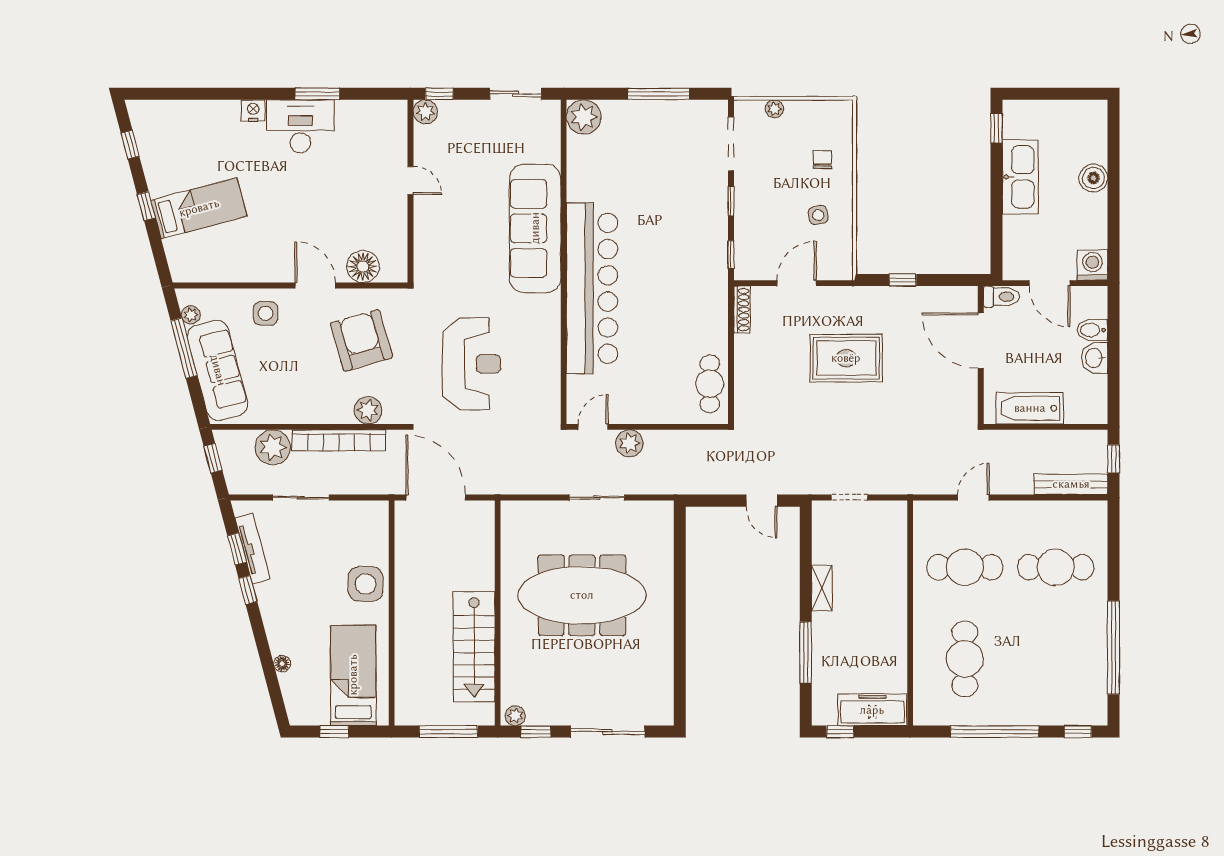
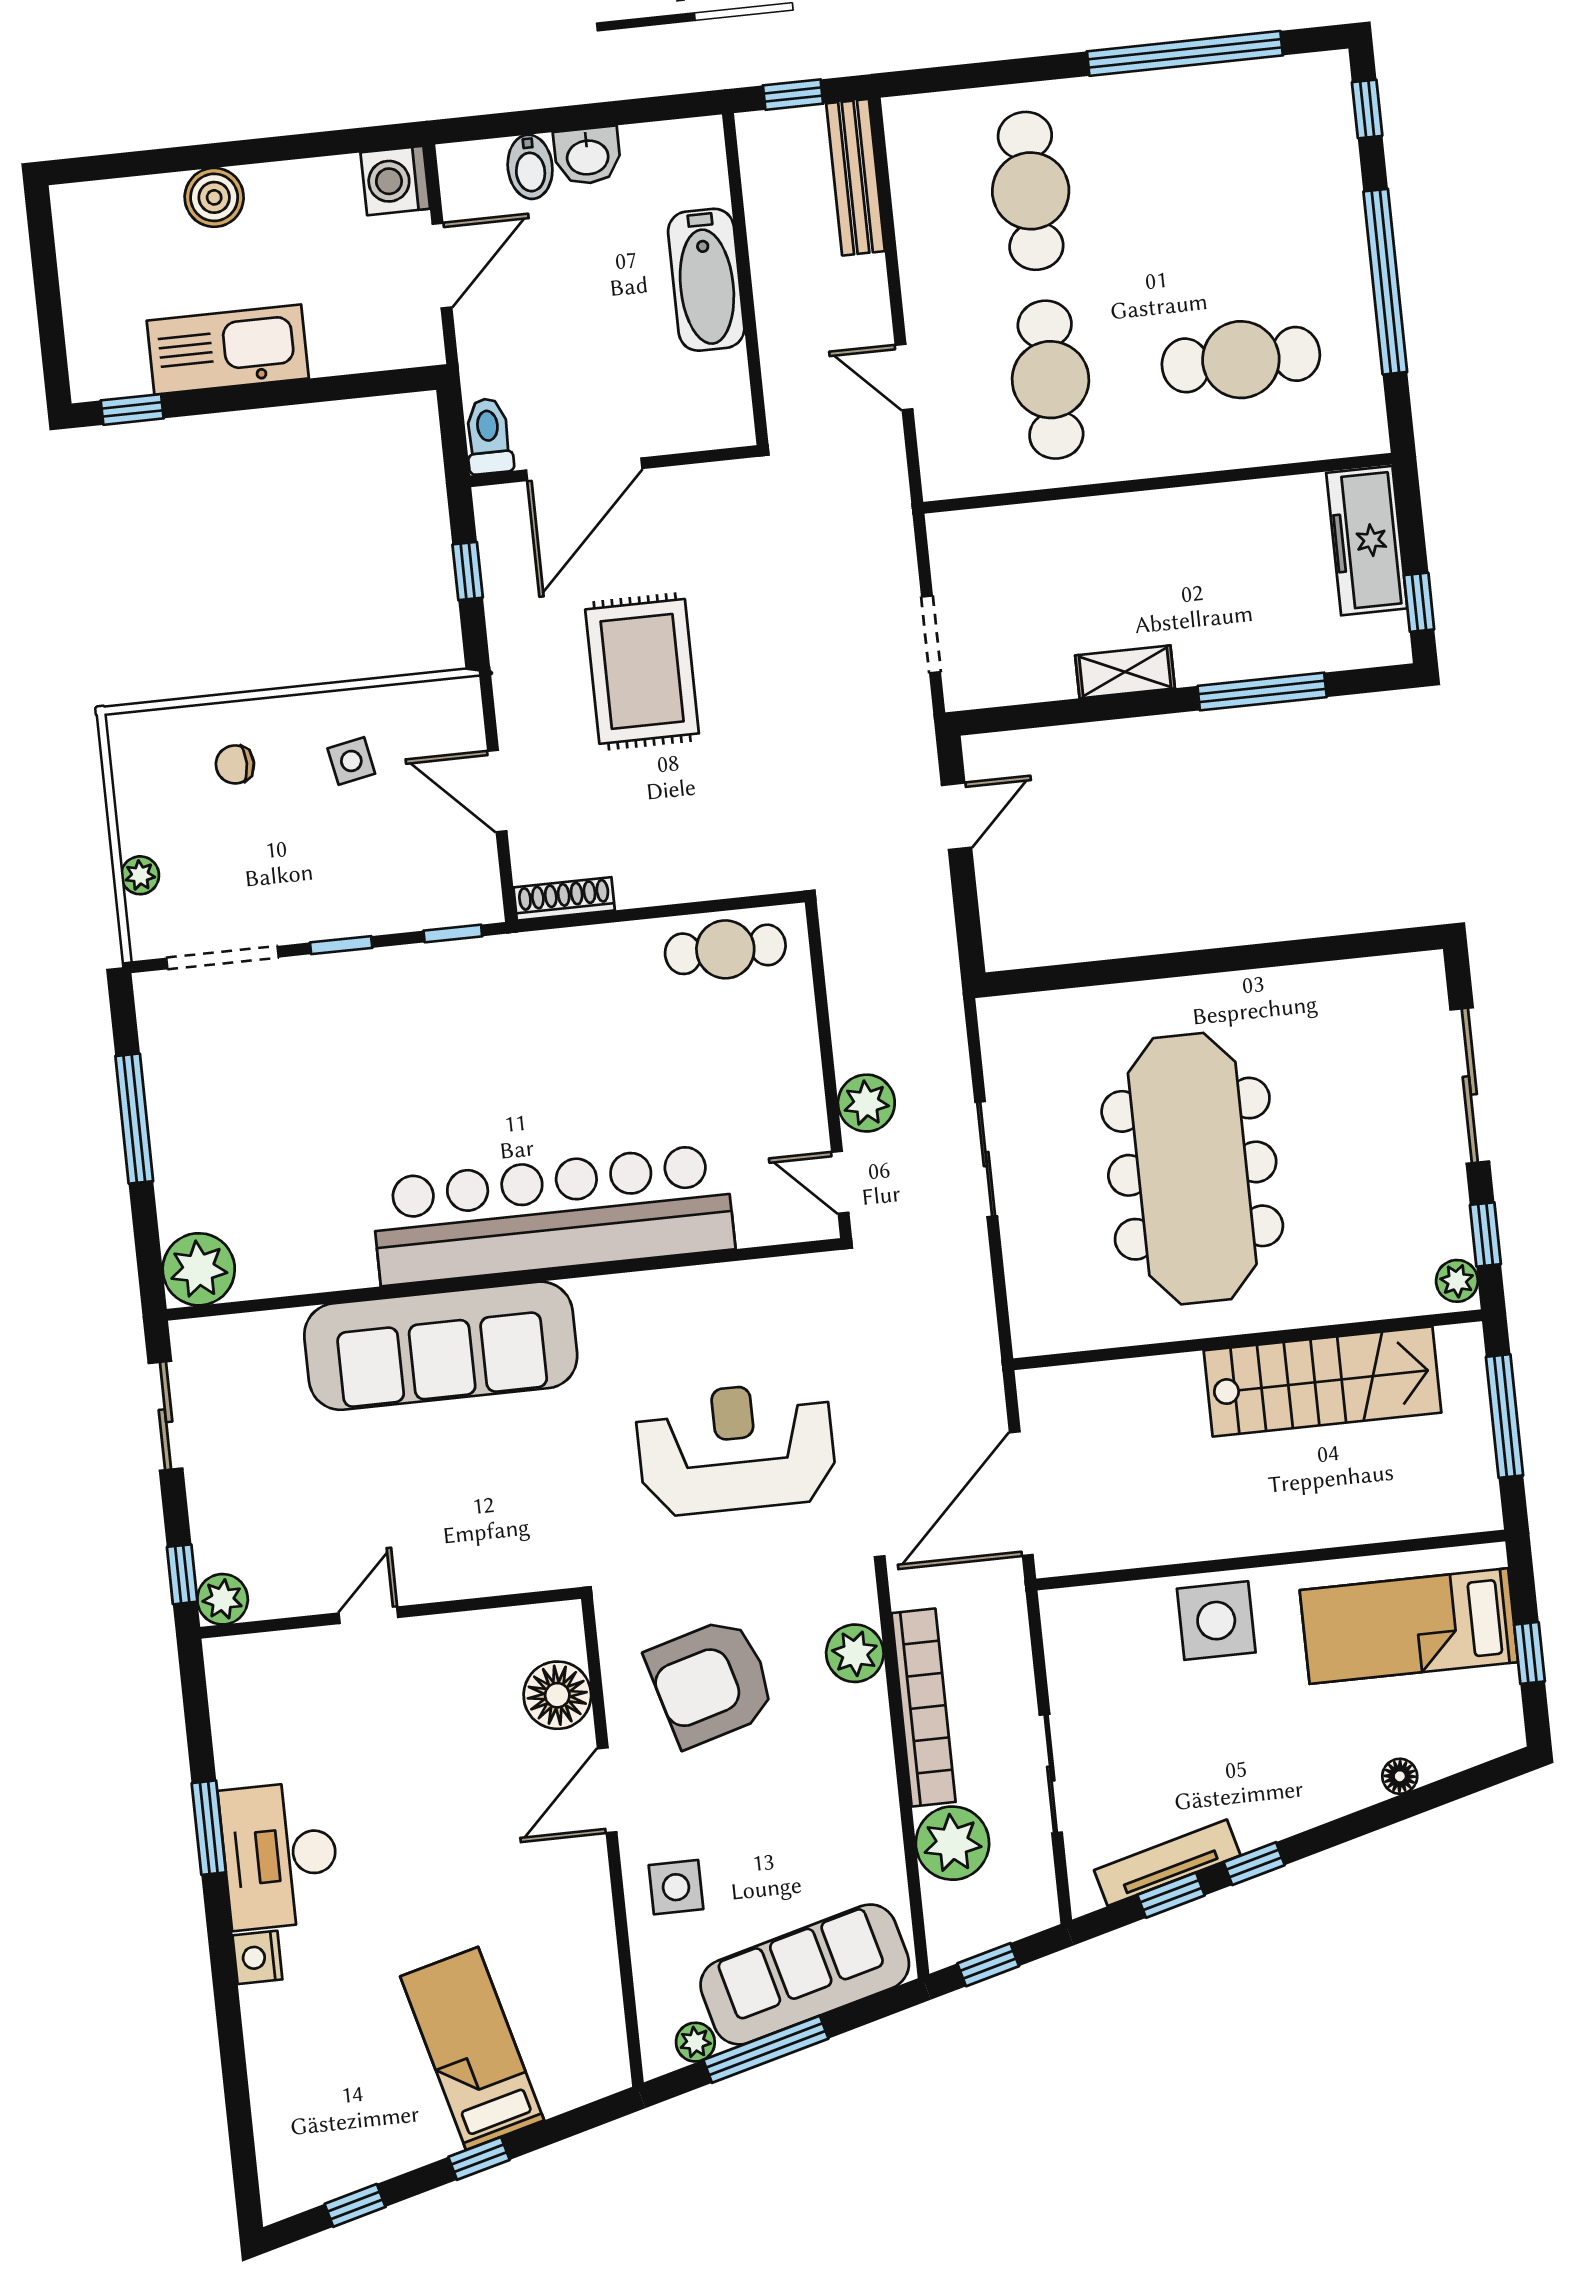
toilet: (1001, 297) -> (489, 436), moved
door: (981, 341) -> (584, 469), moved
wall: (981, 355) -> (614, 466), moved

